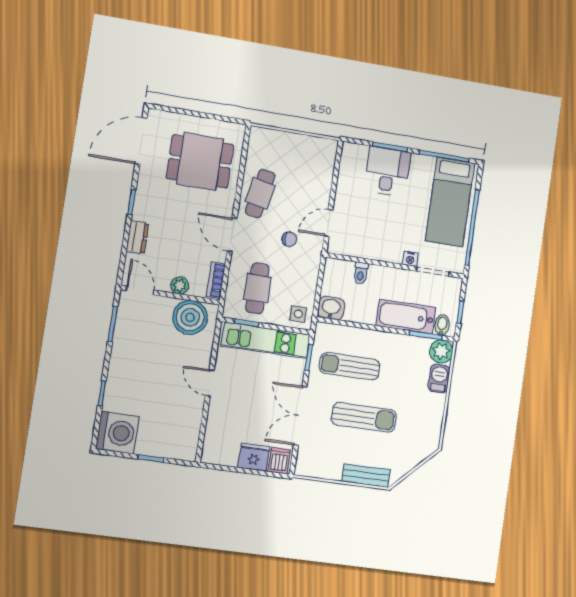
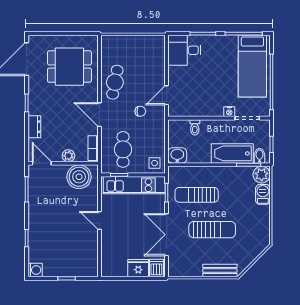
desk: (387, 171) -> (184, 50), moved, turned -90
washing machine: (117, 433) -> (35, 270), width x0.53, depth x0.53

